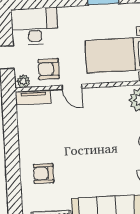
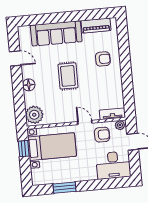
rug: (93, 152) -> (68, 76), added

